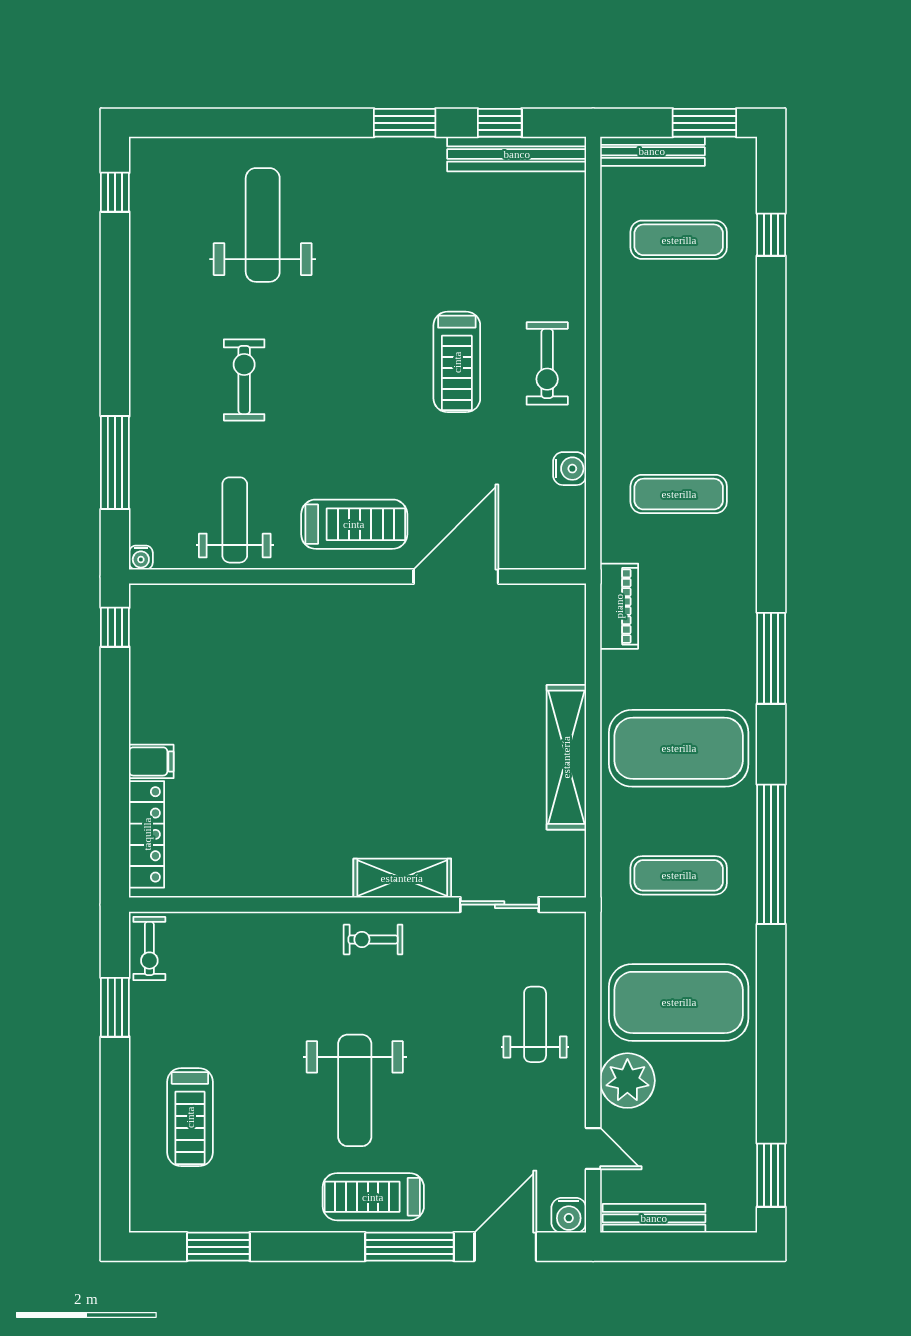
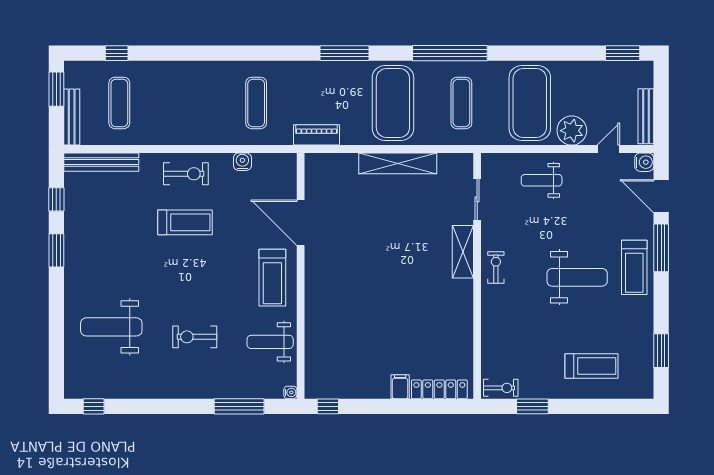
bench: (517, 154) -> (101, 162), moved, turned 90
treadmill: (354, 524) -> (272, 278), turned 180
exercise bike: (373, 939) -> (496, 267), turned 180

